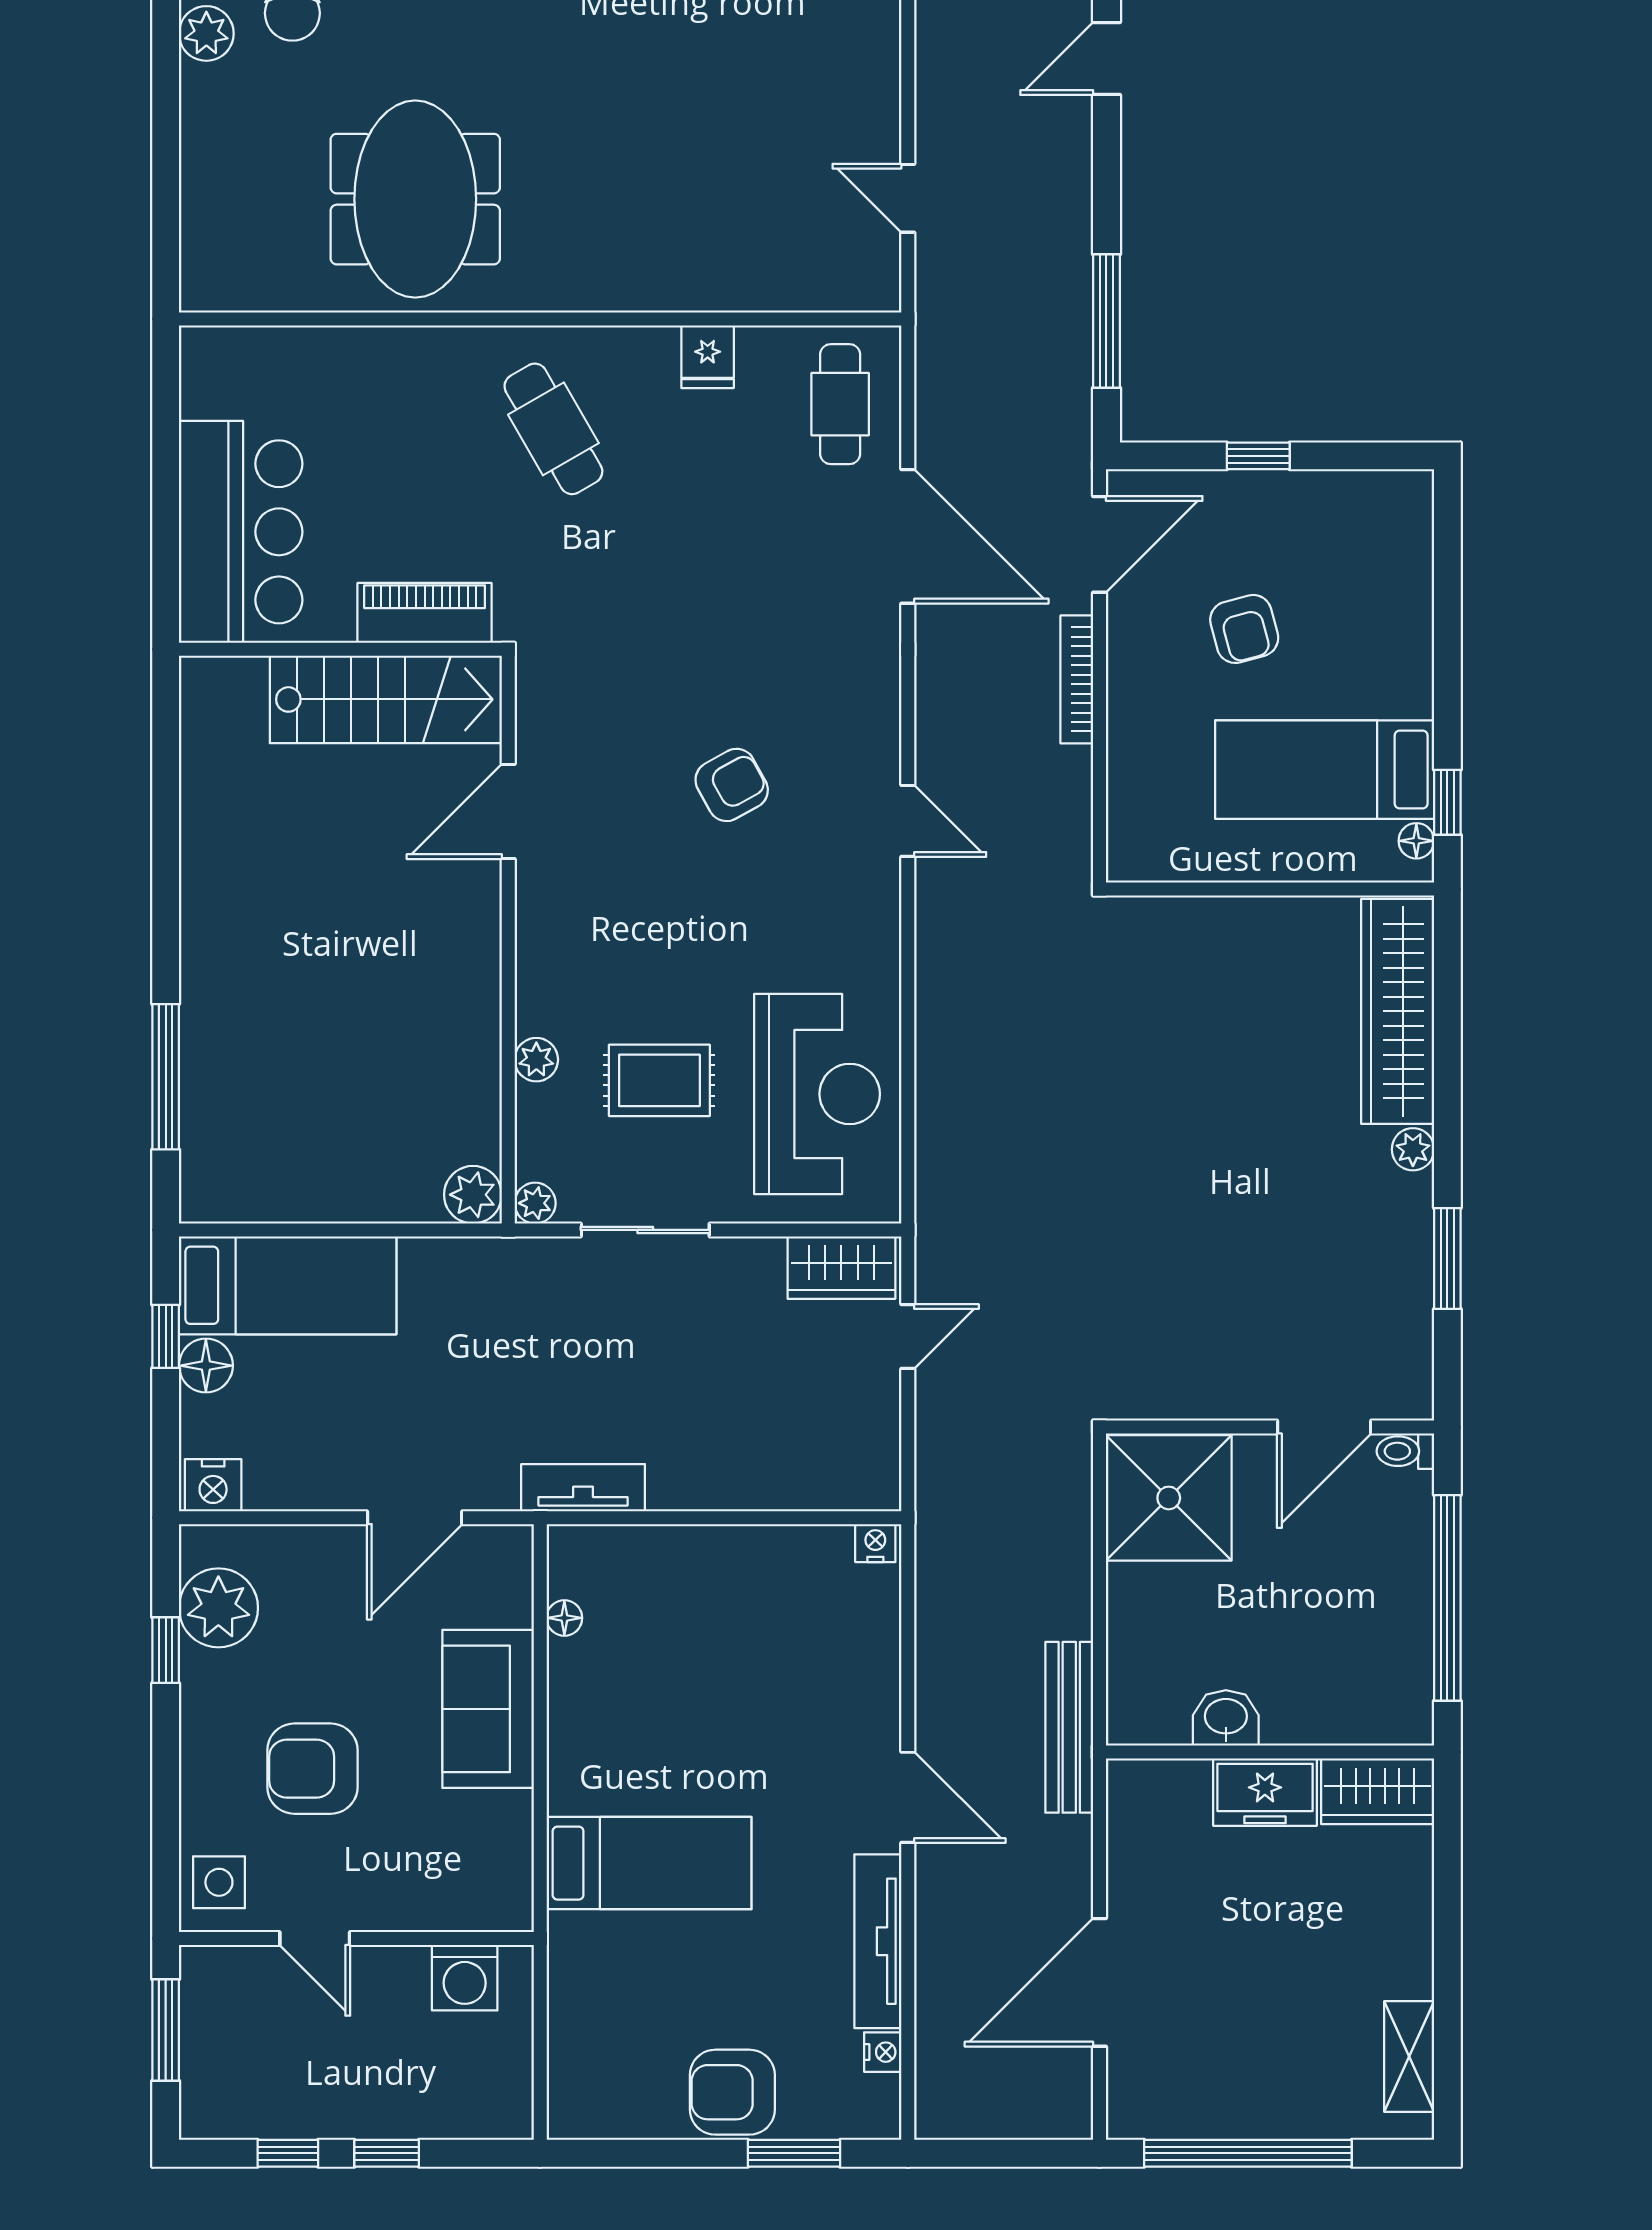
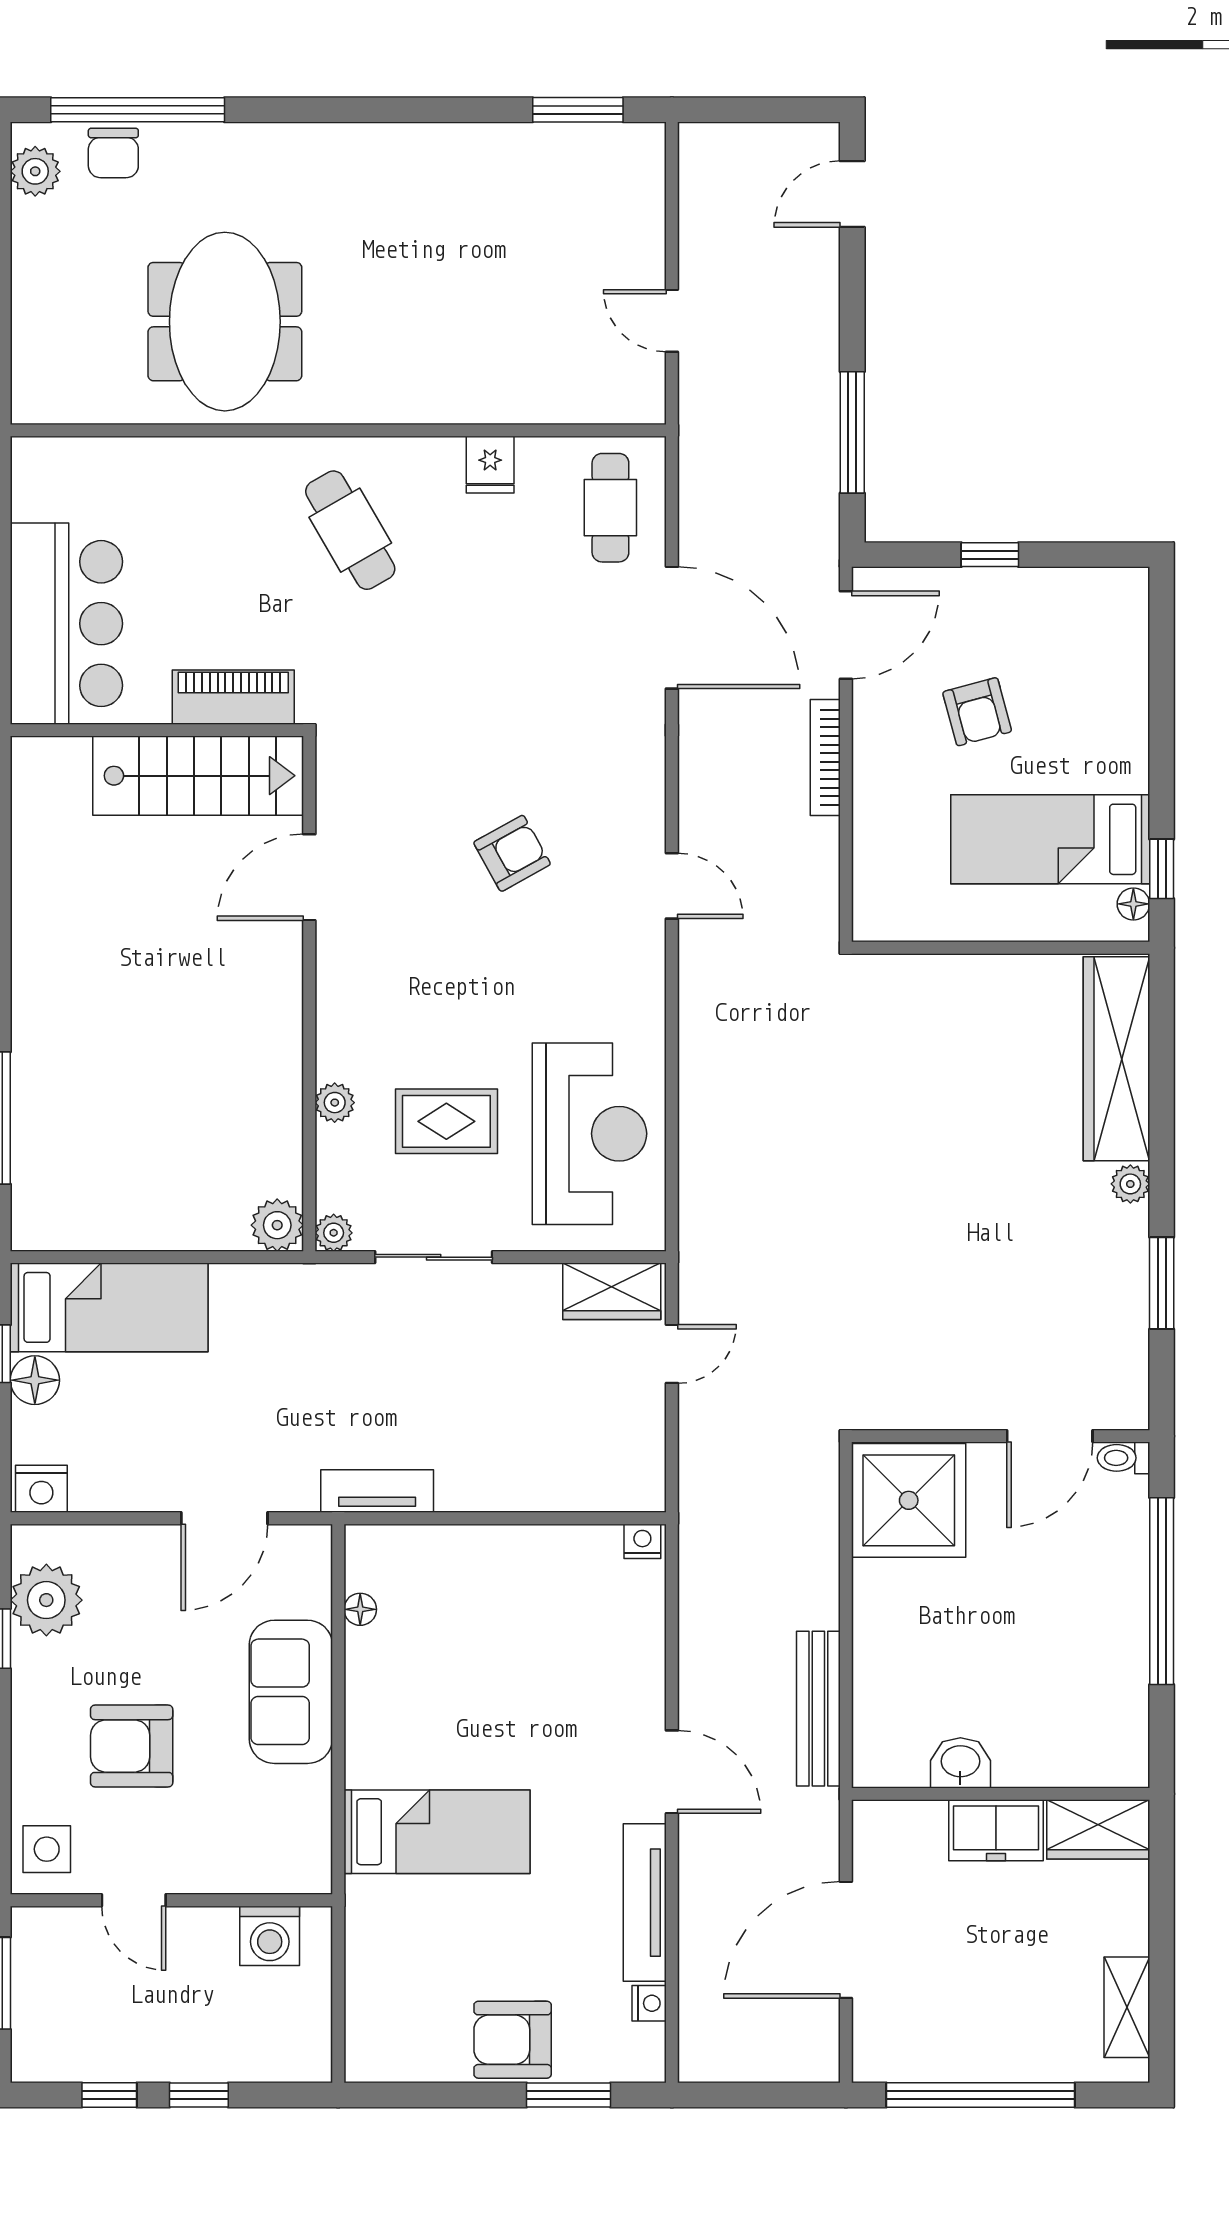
washbasin: (1226, 1718) -> (960, 1763), moved
wall: (1270, 1752) -> (1001, 1794), moved
wardrobe: (1378, 1791) -> (1098, 1829), moved
freezer: (1265, 1792) -> (996, 1830), moved

